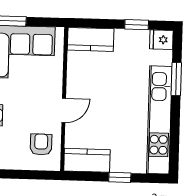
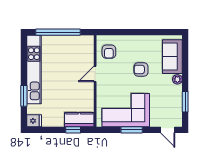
window: (137, 25) -> (73, 130), moved
kitchen counter: (87, 160) -> (79, 42), removed
window: (120, 177) -> (58, 32), width x3.17

